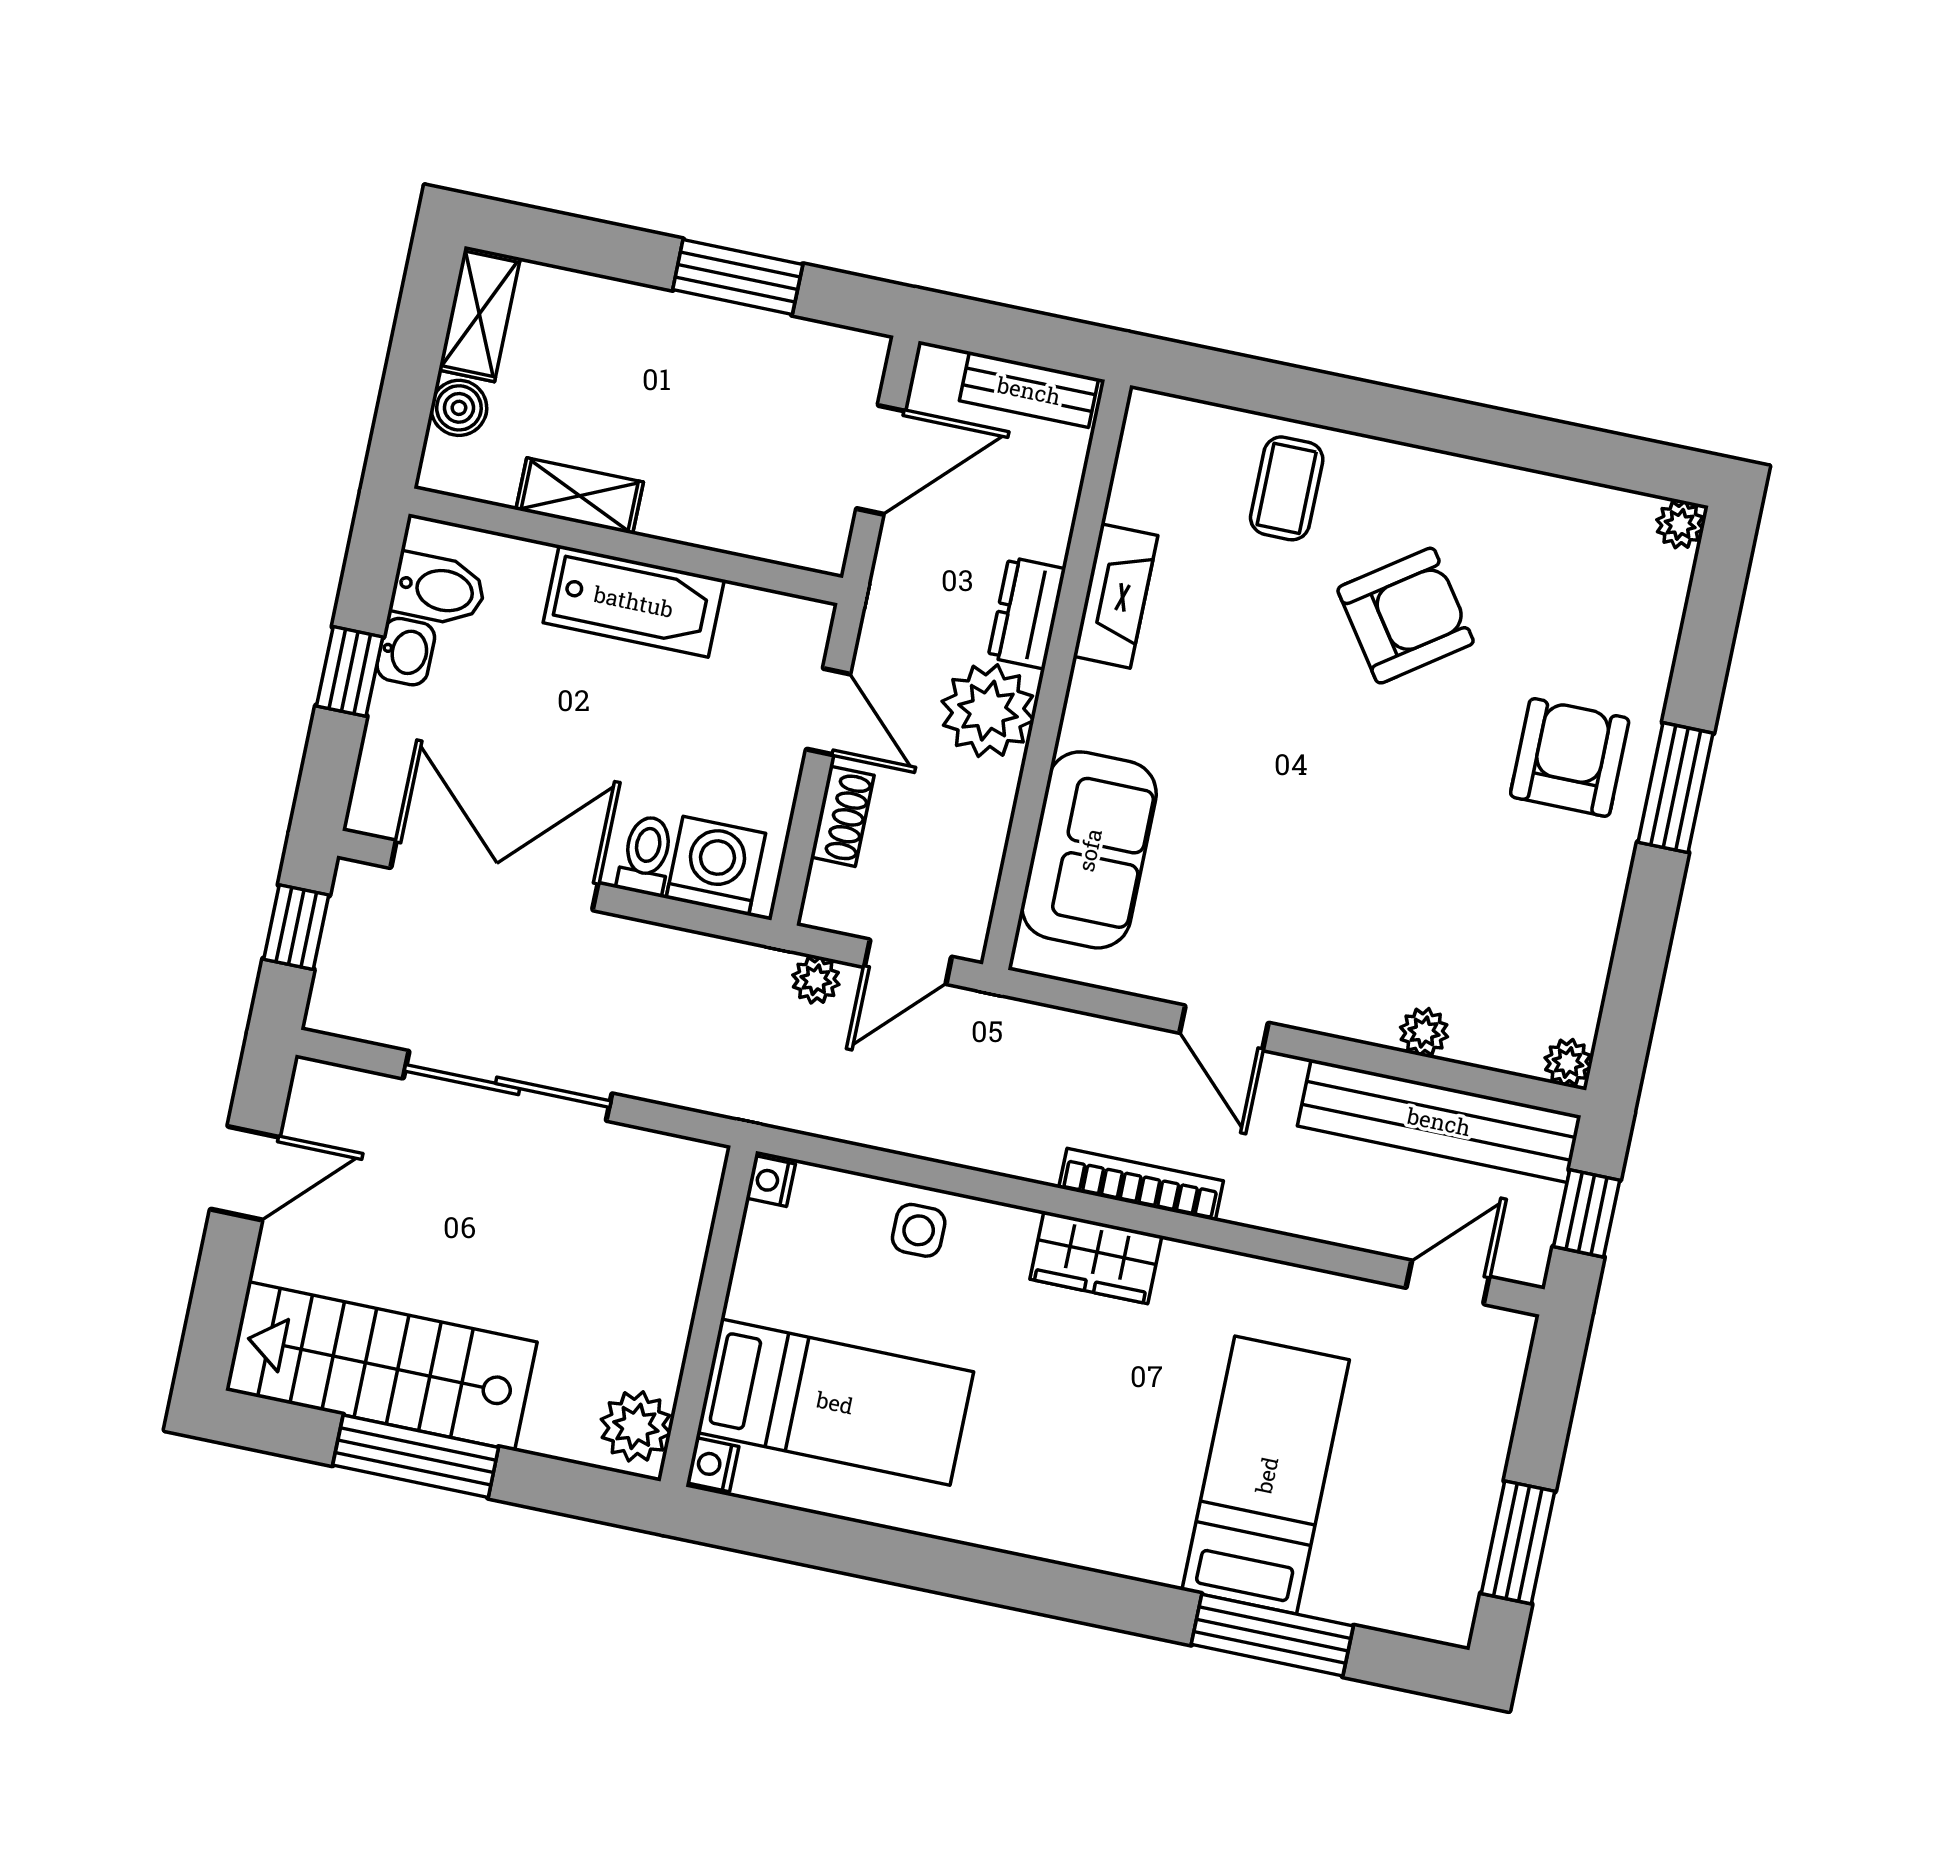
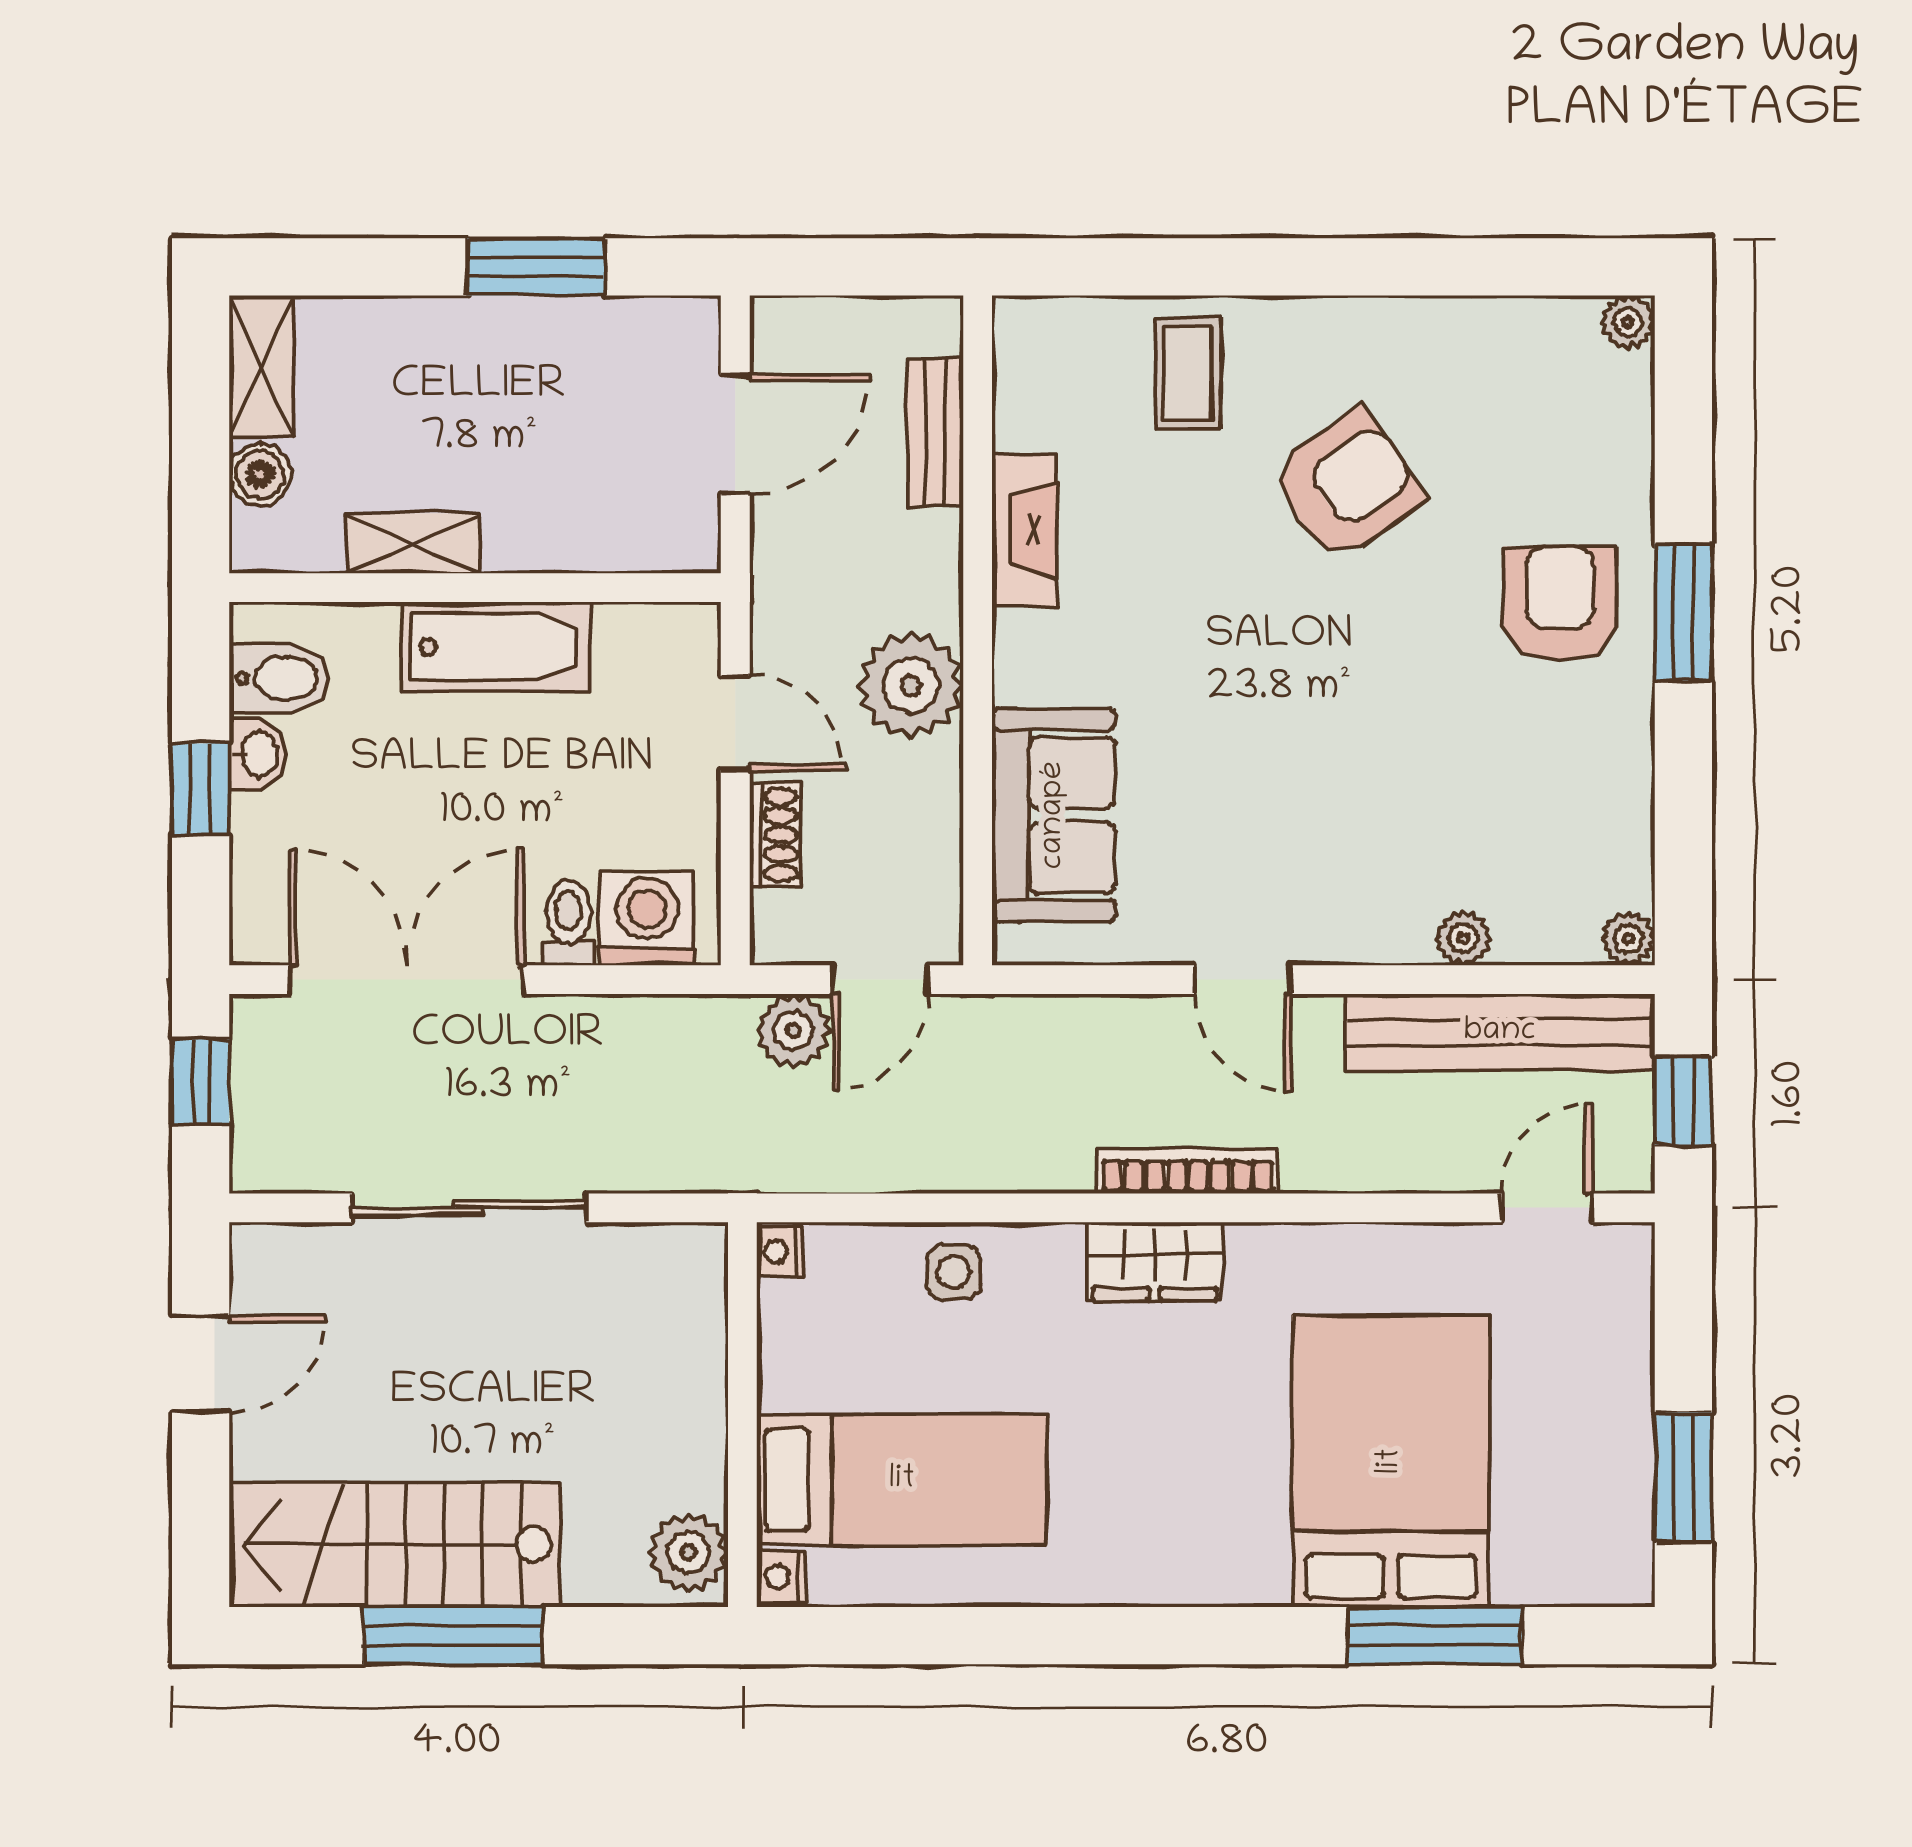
bench: (1029, 390) -> (935, 432), moved, turned 90
dresser: (1027, 613) -> (931, 569), removed
plant: (816, 980) -> (793, 1031), width x1.38, depth x1.38
bed: (1266, 1475) -> (1391, 1461), width x1.50

